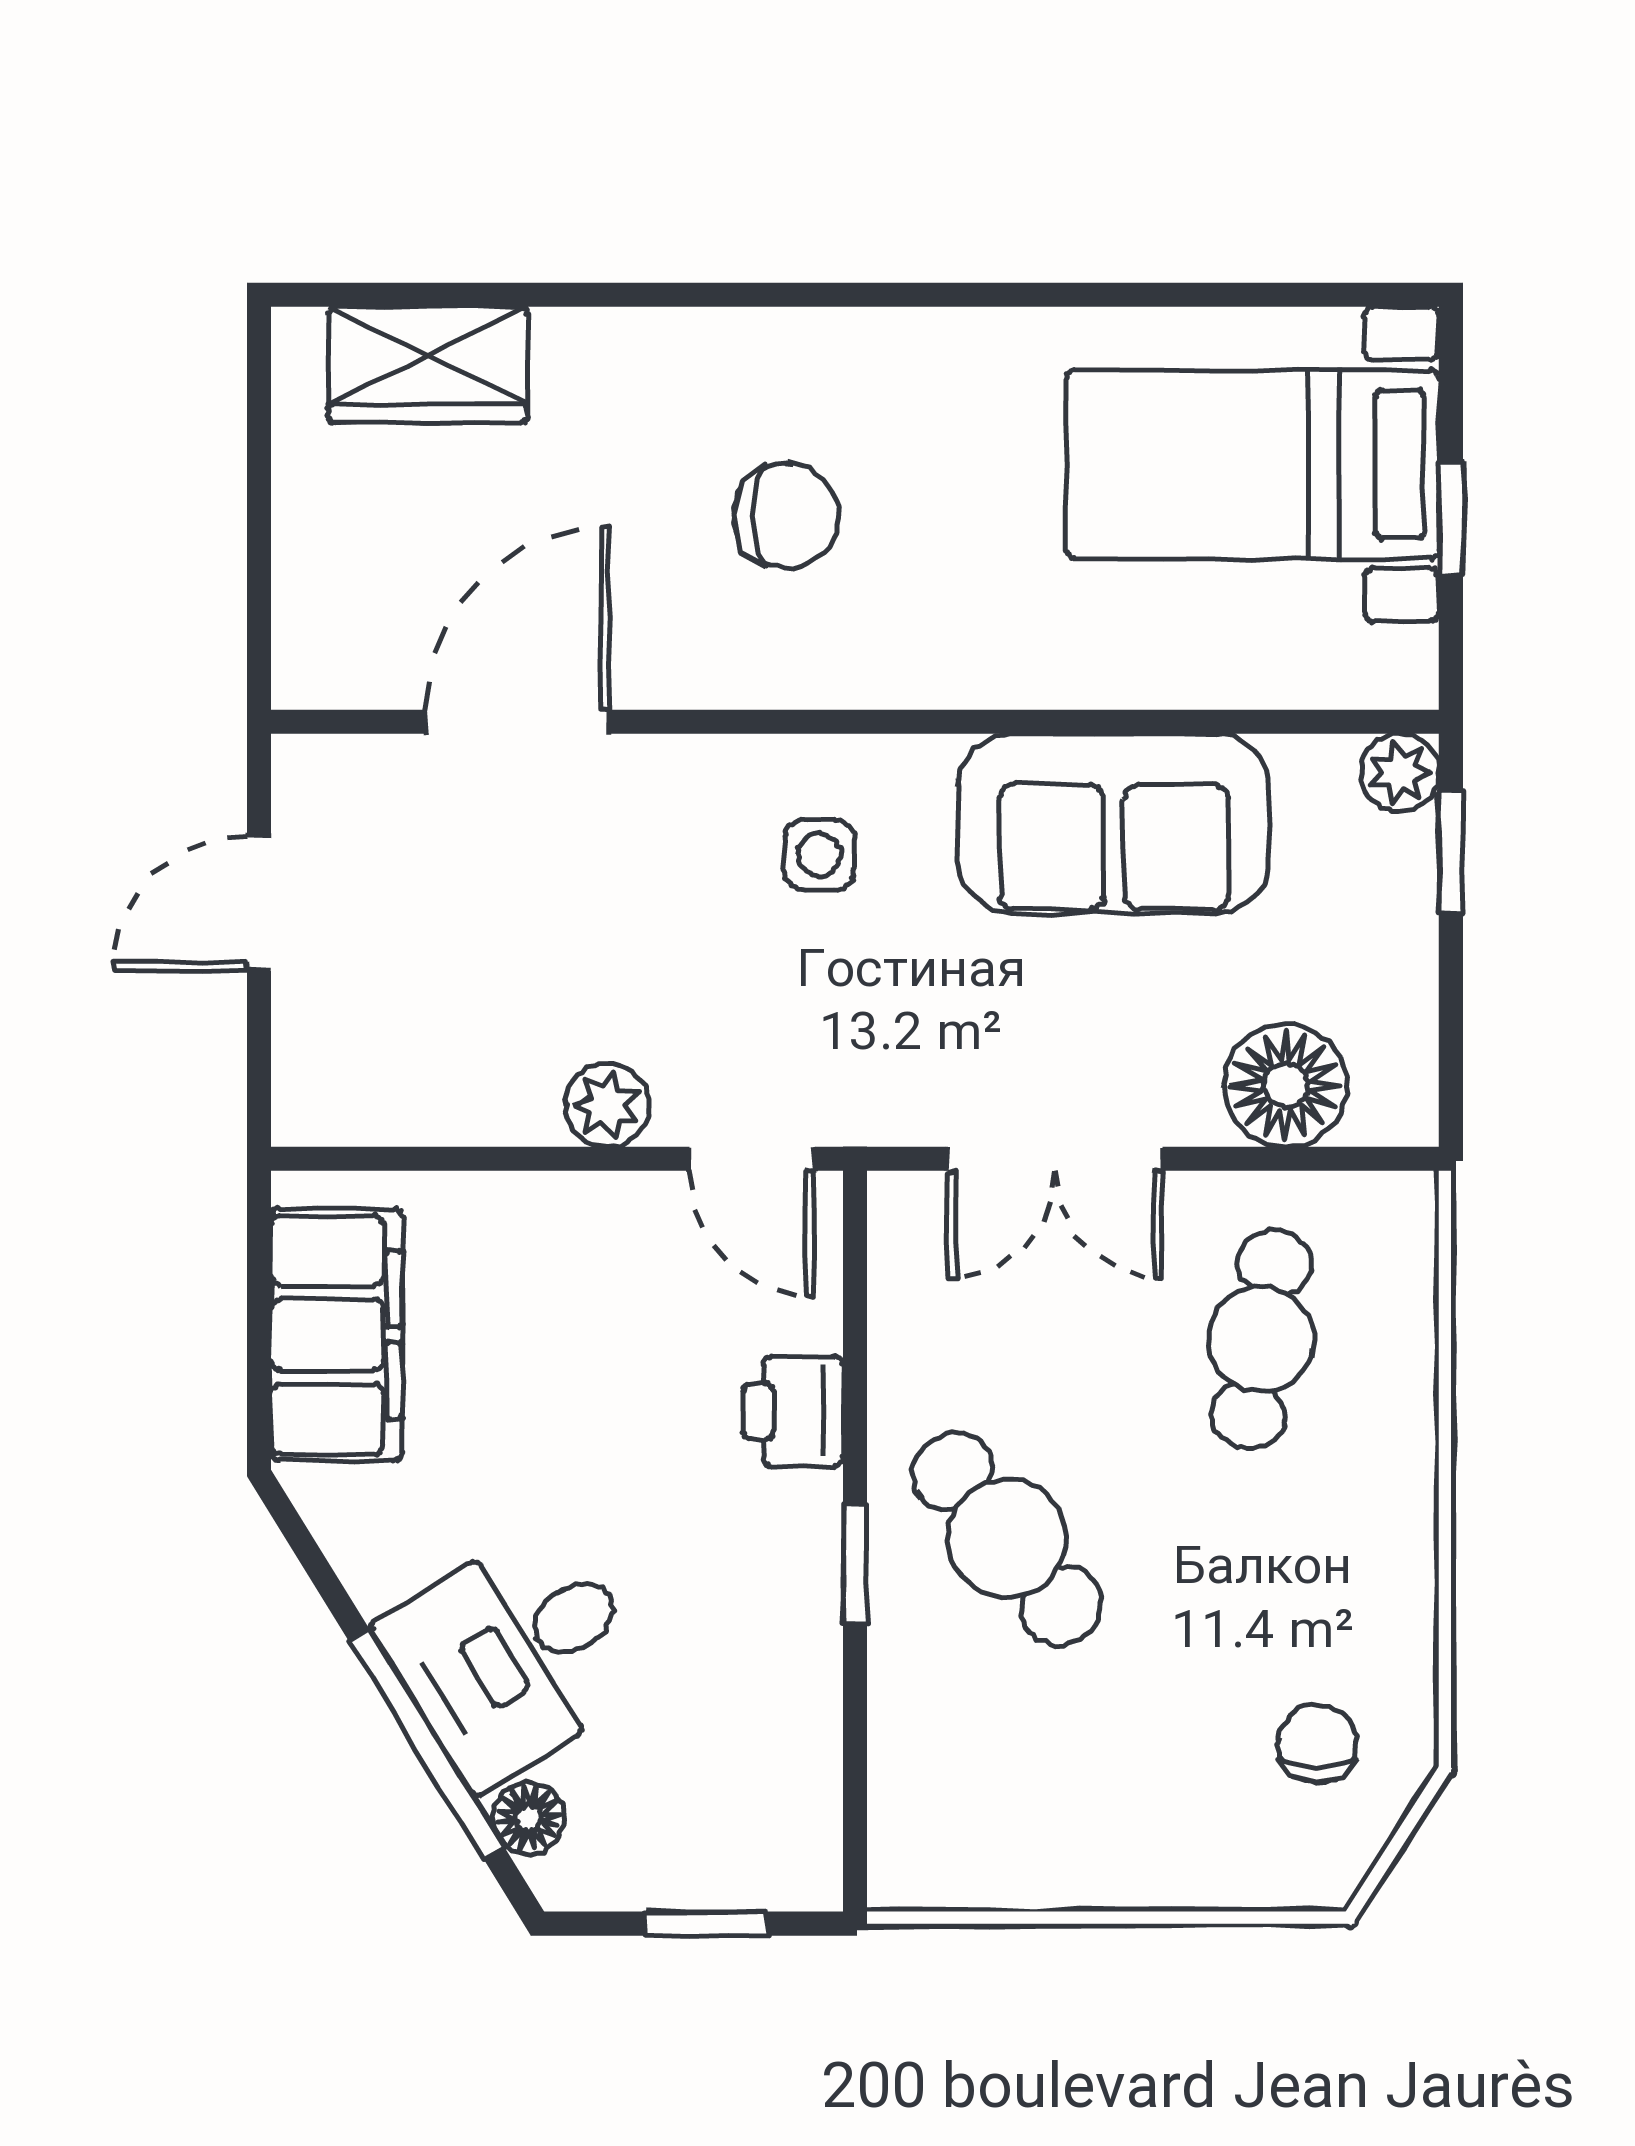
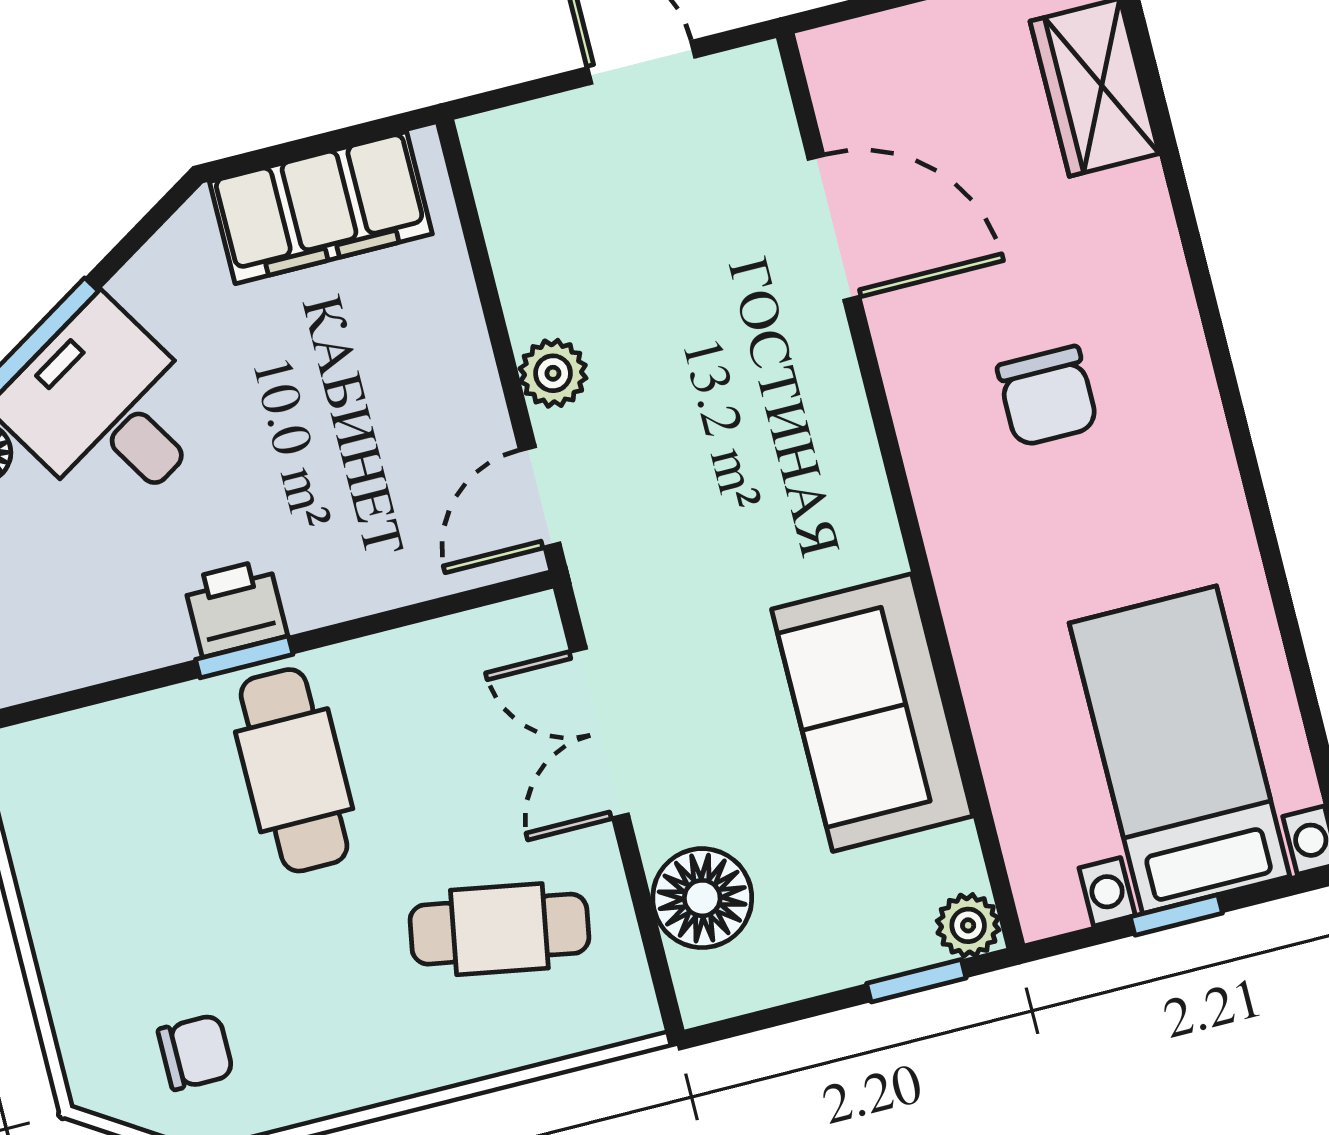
side table: (819, 855) -> (790, 489), removed
printer: (793, 1411) -> (235, 608), moved
cafe table: (1007, 1539) -> (294, 770), turned -51

